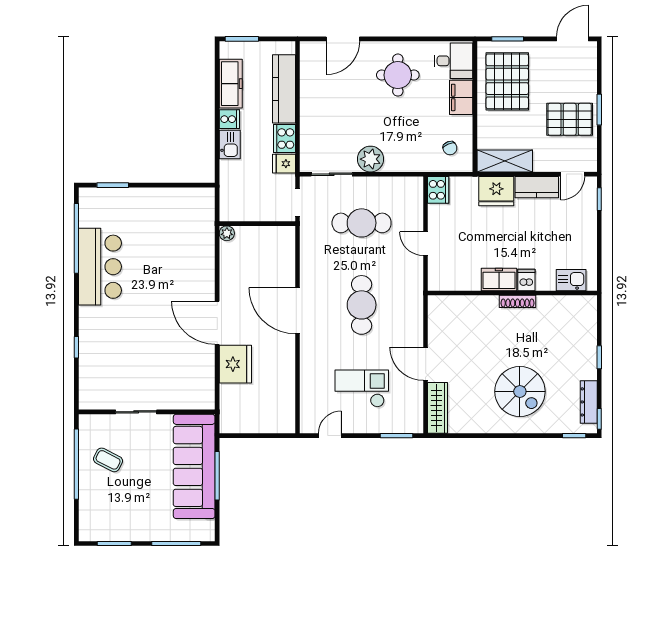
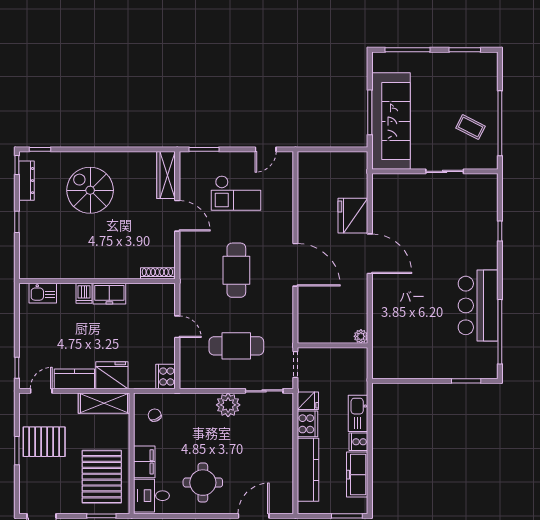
kitchen sink: (230, 145) -> (358, 413), width x1.38
shoe rack: (517, 301) -> (157, 273), moved

